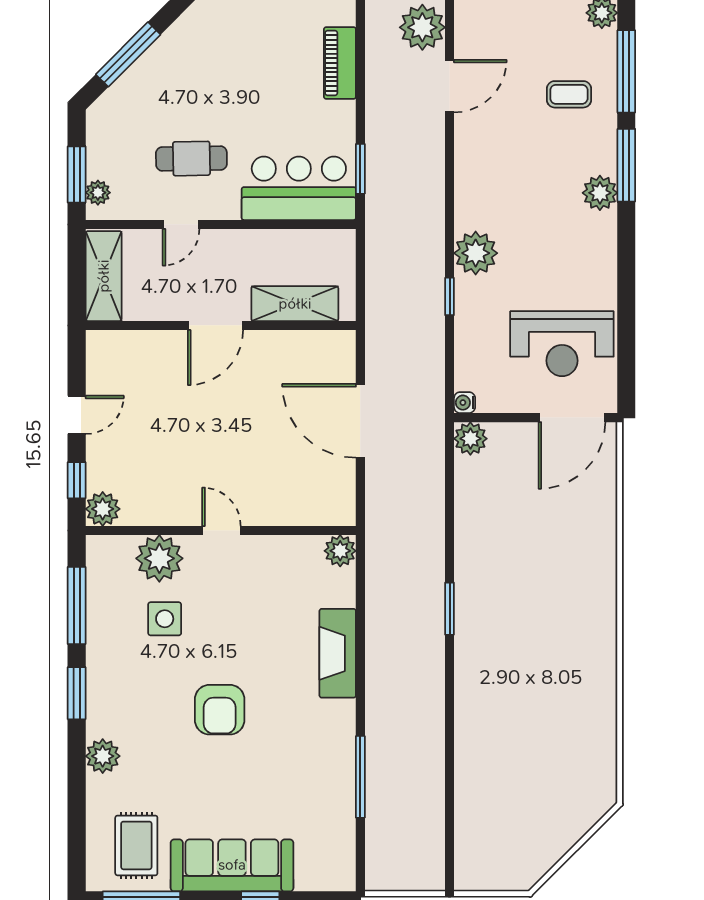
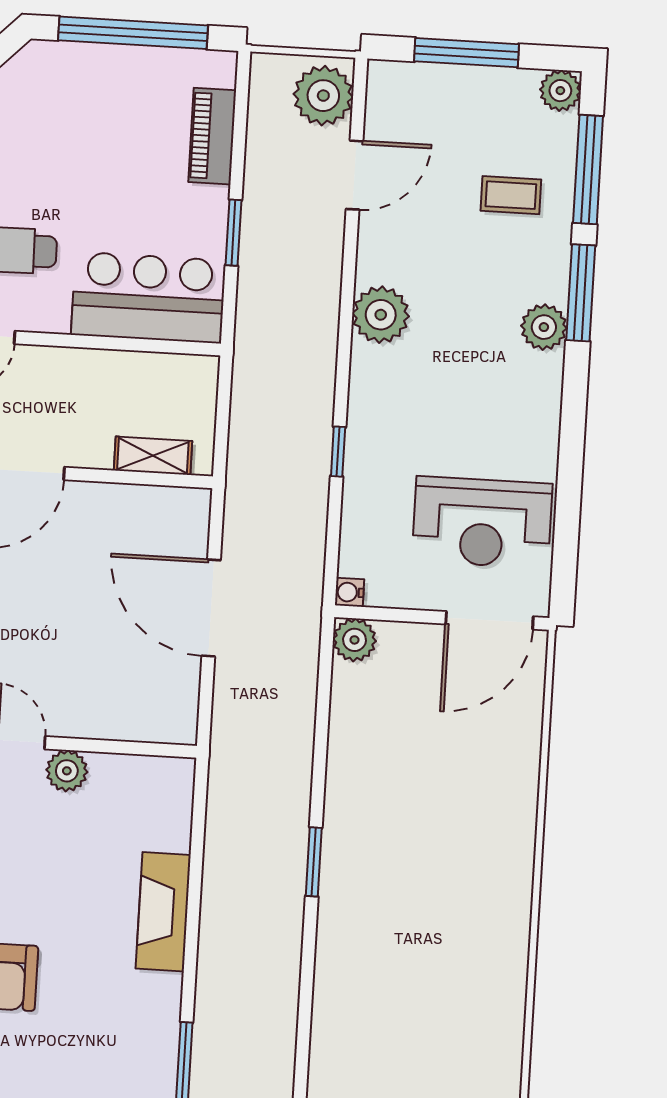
window: (360, 169) -> (234, 233), moved
plant: (476, 253) -> (381, 315), moved
shelving: (295, 304) -> (153, 456), width x0.67, depth x0.75
plant: (340, 551) -> (67, 771), moved

